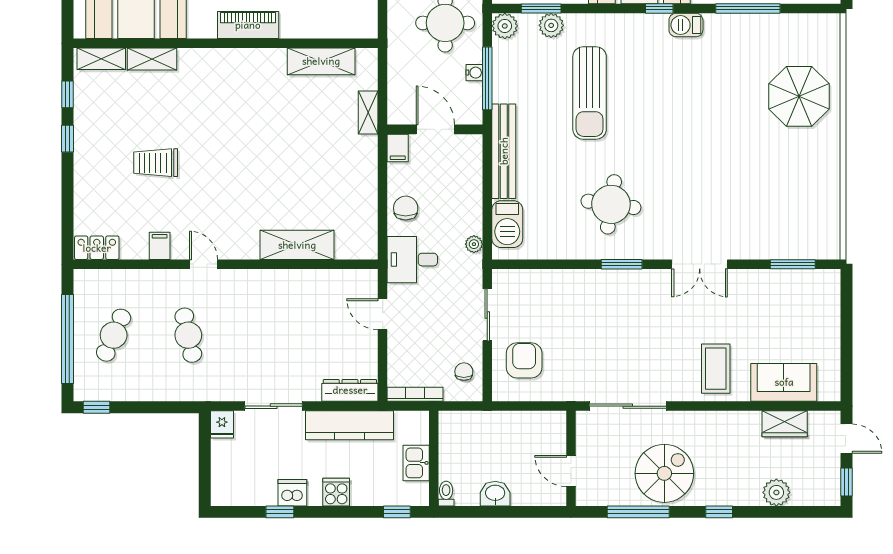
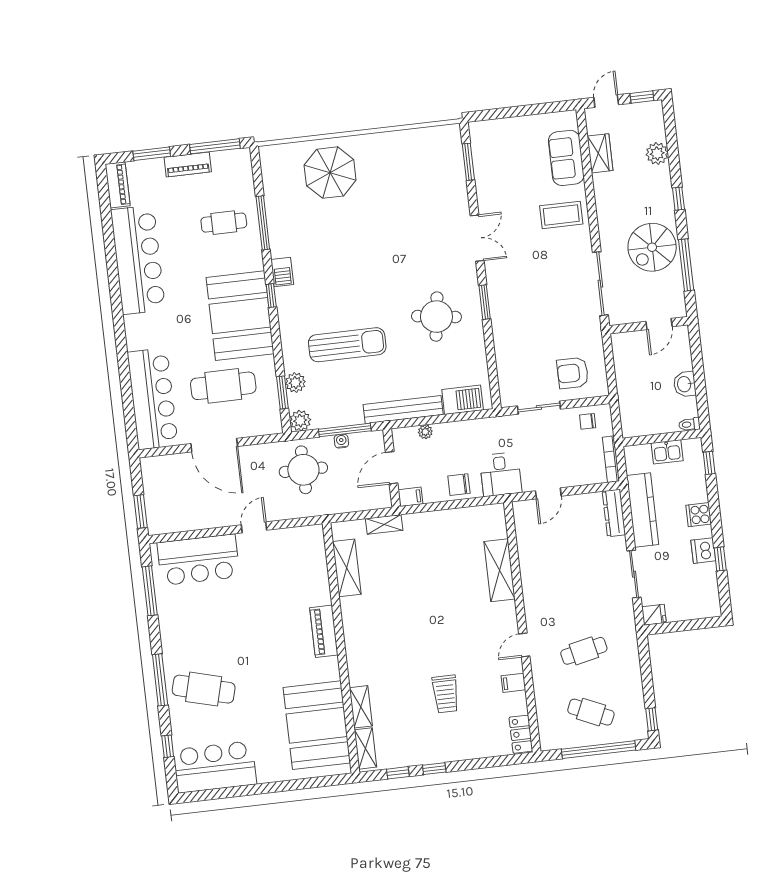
plant: (474, 244) -> (425, 432), moved
spiral stairs: (664, 473) -> (652, 247), turned -90

